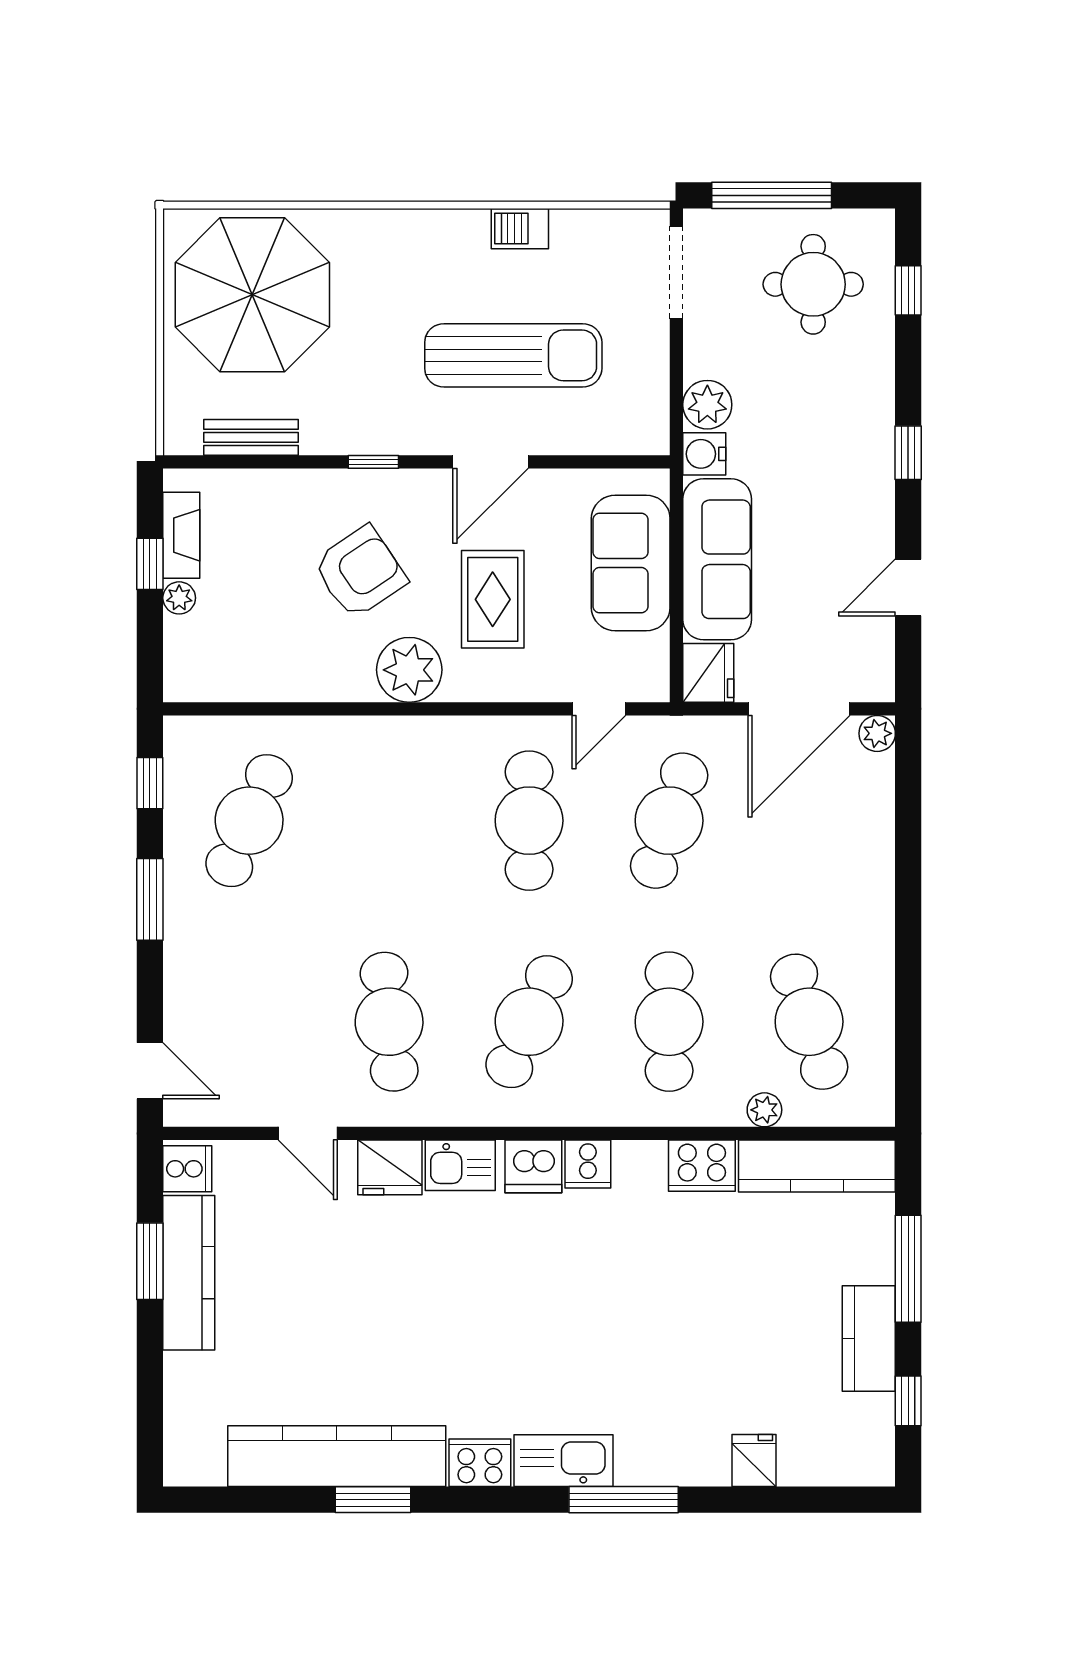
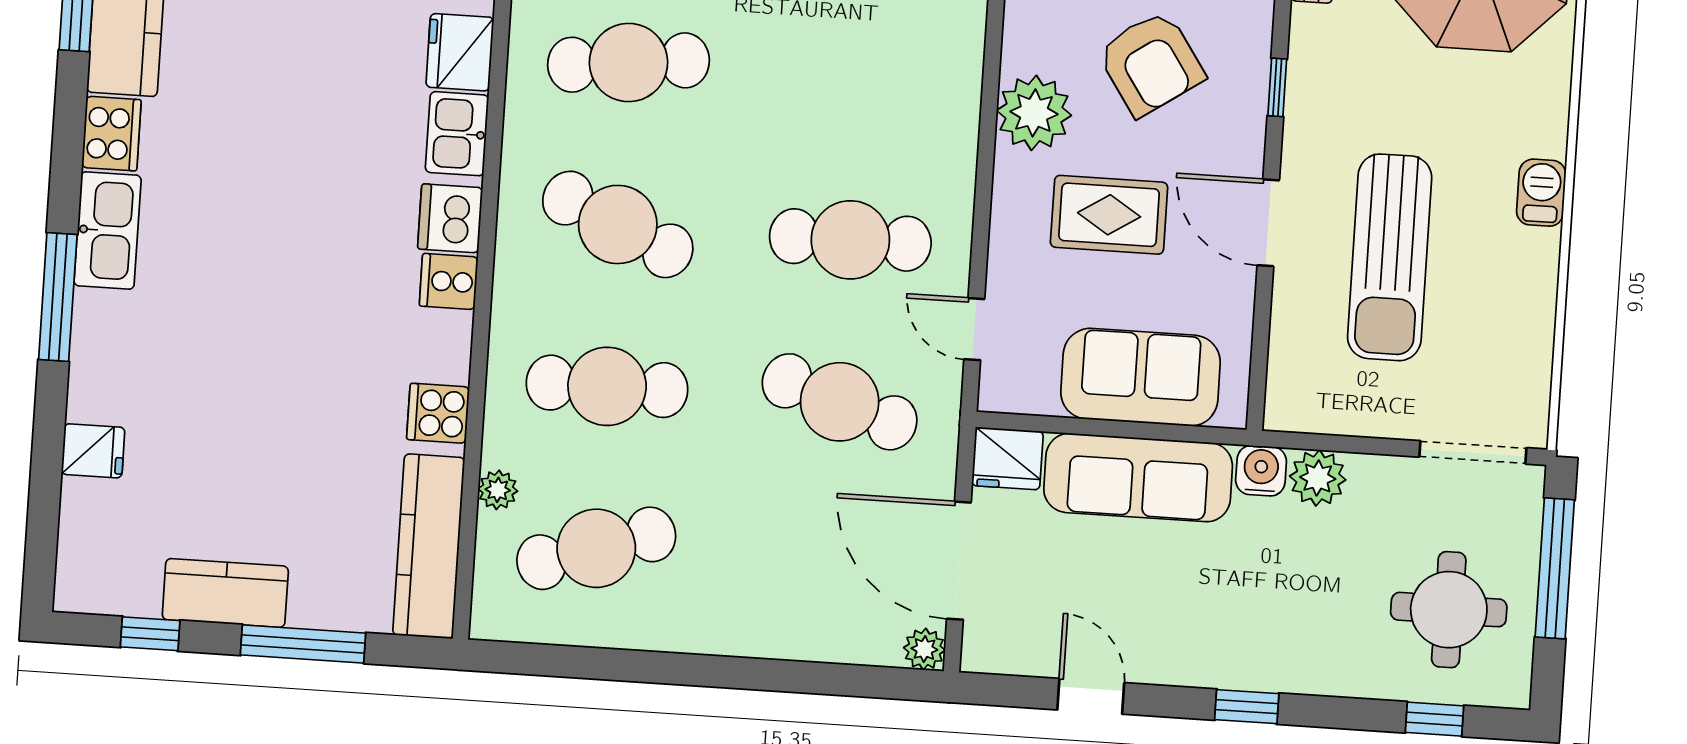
barbecue: (520, 229) -> (1541, 193), moved
cooker: (702, 1166) -> (438, 413), width x0.73

